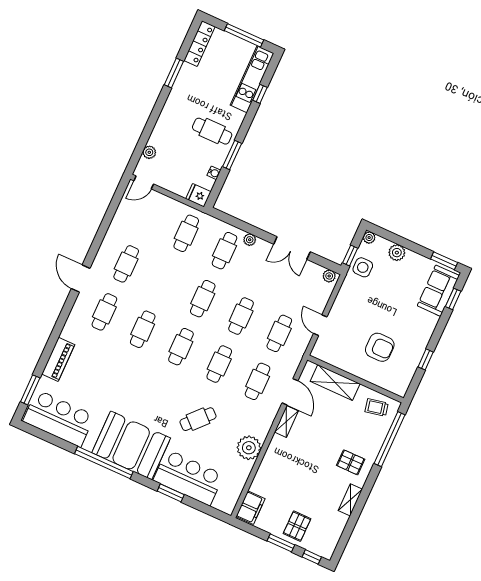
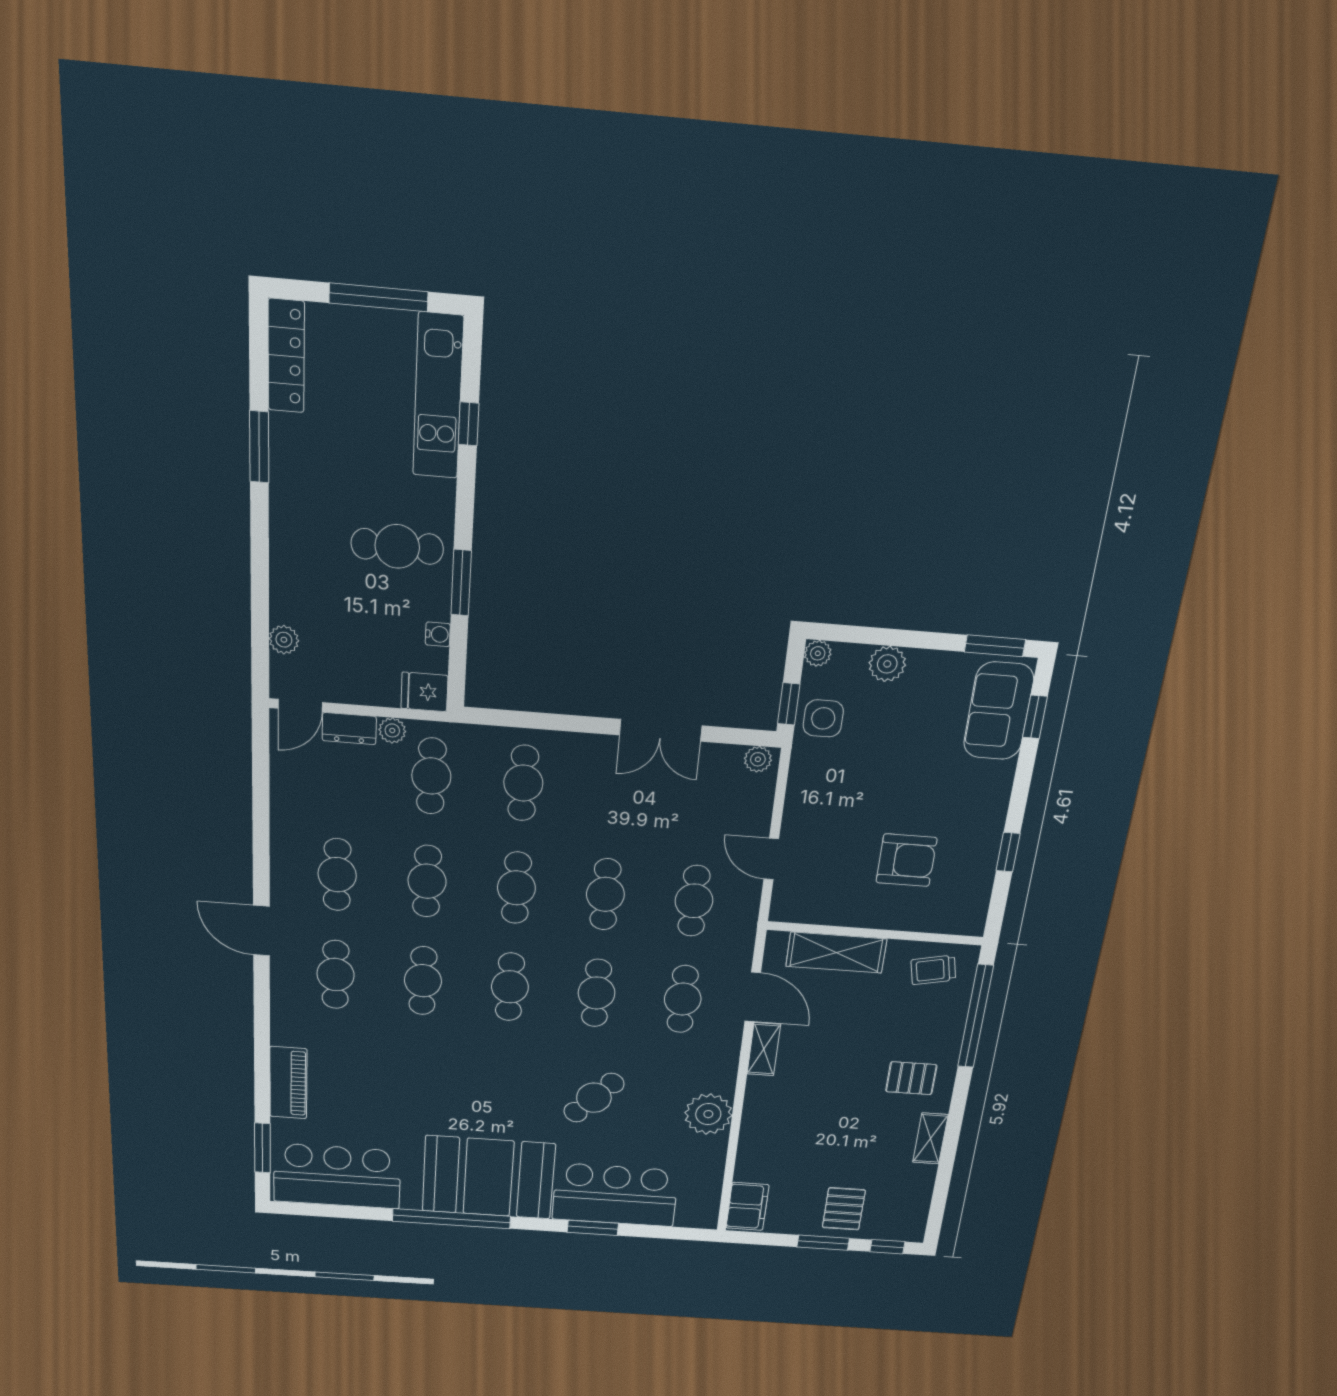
dresser: (160, 200) -> (349, 729), added
plant: (250, 240) -> (392, 731), moved
cafe table: (164, 281) -> (427, 881), added

